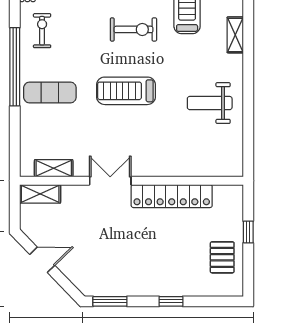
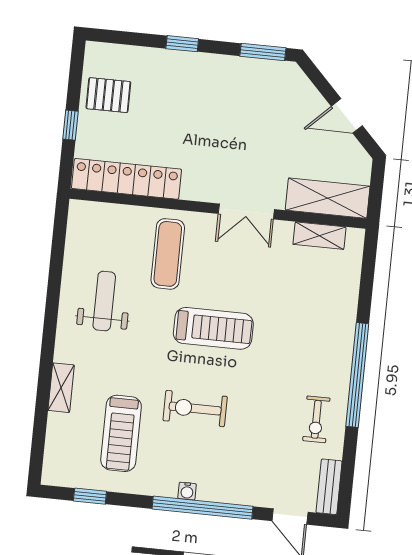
exercise mat: (50, 93) -> (168, 254), moved, turned 90
weight bench: (210, 103) -> (104, 301), turned -90
shelving: (40, 194) -> (328, 198), width x1.50, depth x1.33
locker: (172, 196) -> (127, 179), moved
pallet: (222, 257) -> (108, 95), turned 90

